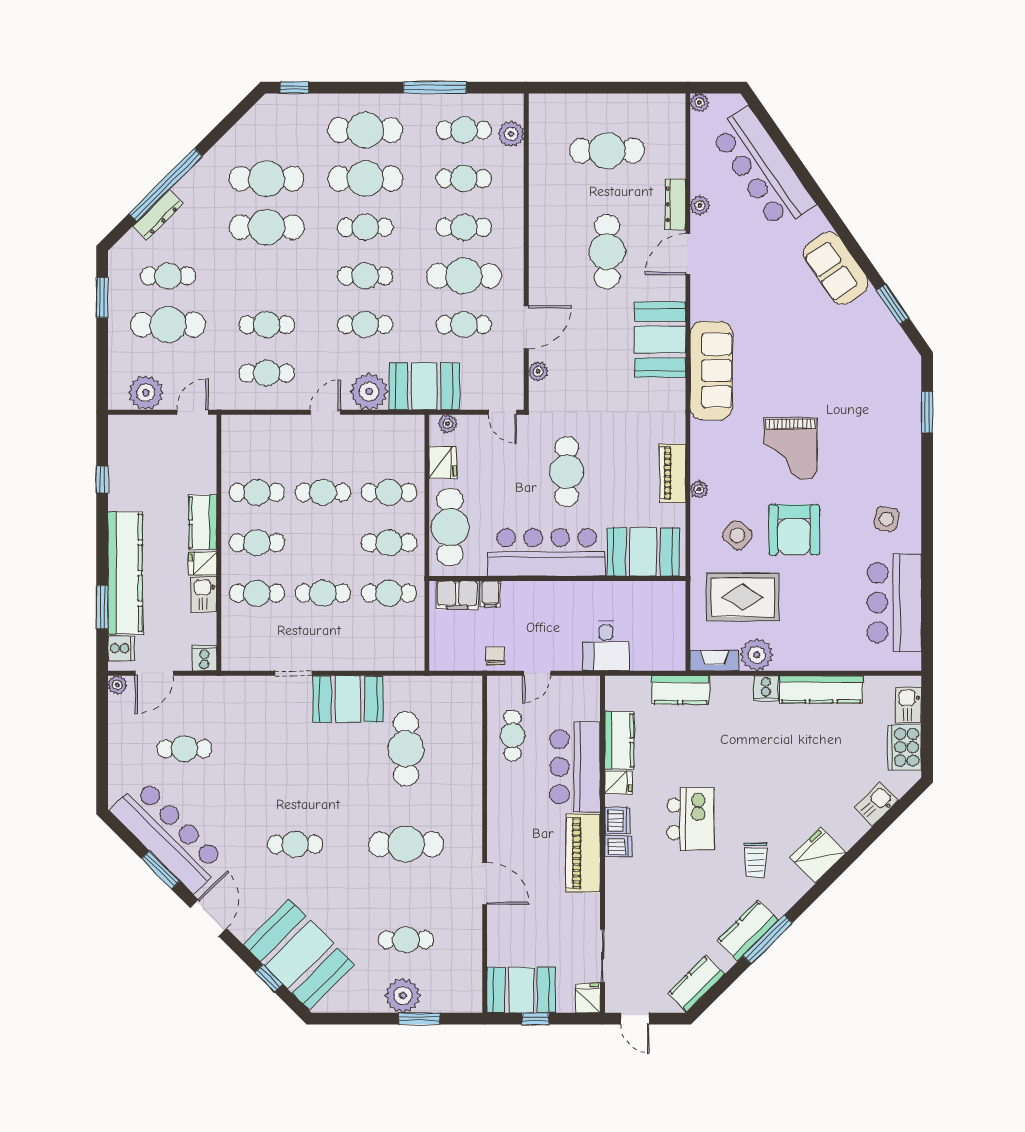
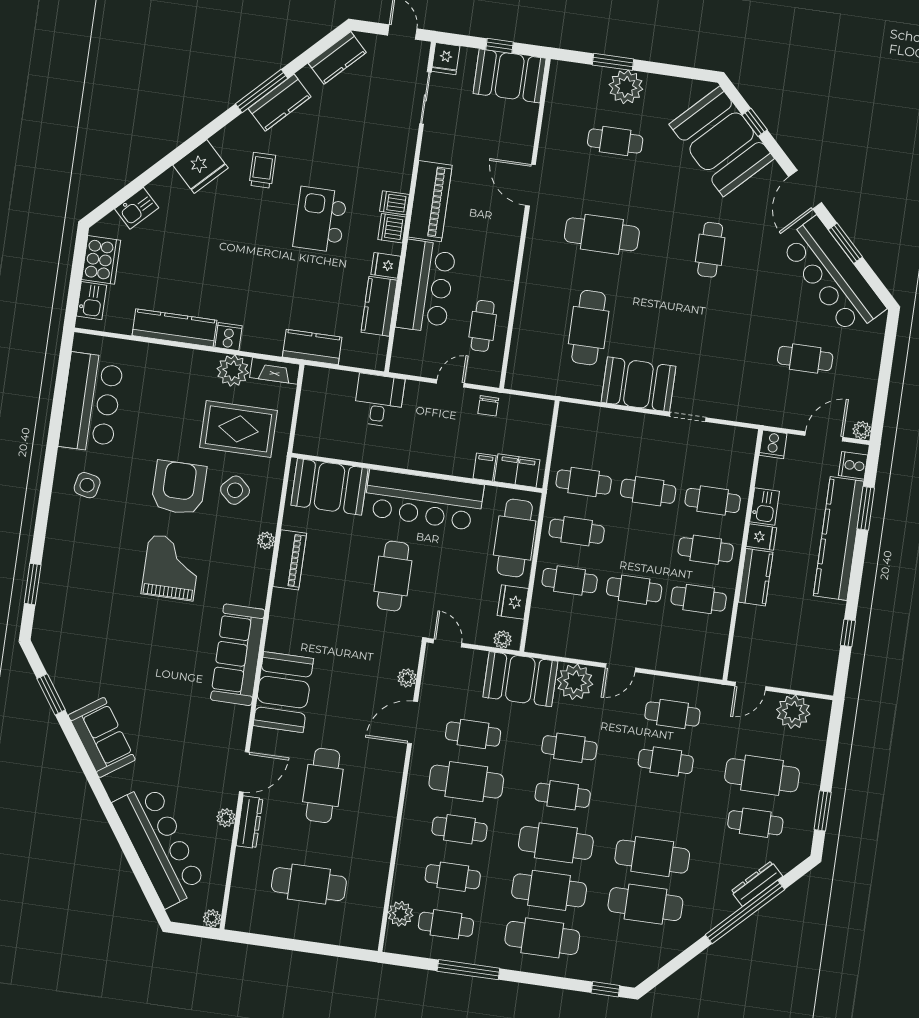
cafe table: (365, 227) -> (556, 843), width x1.37, depth x1.35
cafe table: (295, 844) -> (710, 250), turned 90

